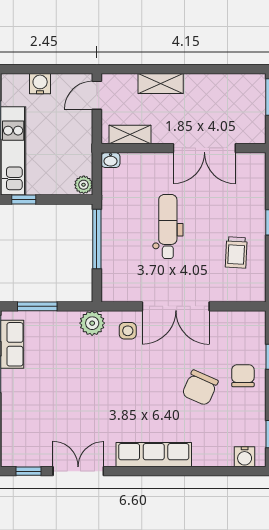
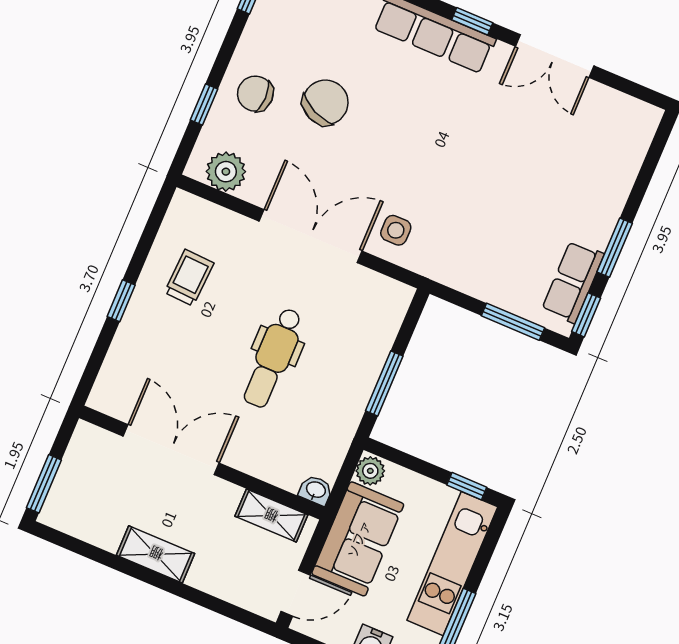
shelving: (161, 83) -> (156, 554), moved
sofa: (74, 142) -> (358, 539), added
window: (97, 239) -> (384, 383), width x0.69
plant: (92, 323) -> (226, 172), moved
chair: (243, 376) -> (255, 94), turned 90
window: (28, 471) -> (472, 21), moved

